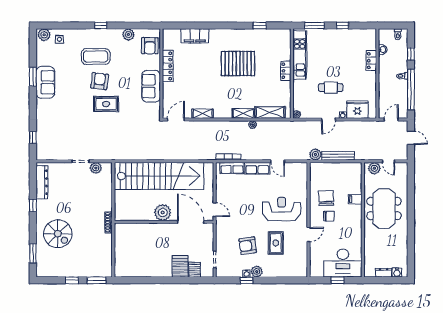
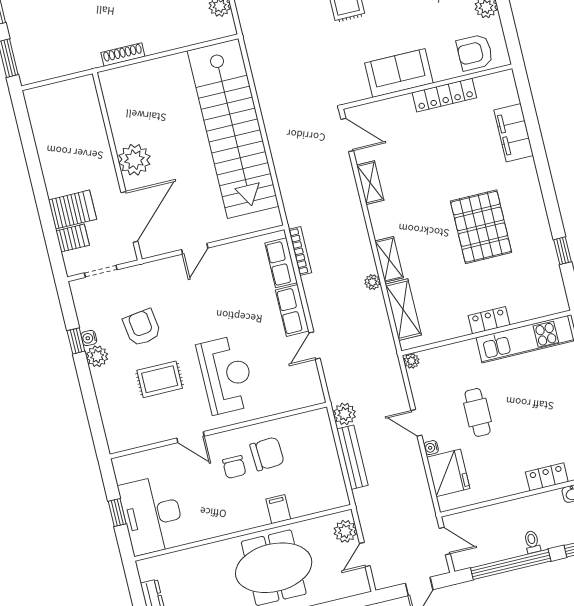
plant: (163, 212) -> (134, 160), moved
wall: (164, 222) -> (117, 166), moved
door: (191, 222) -> (129, 217), moved

